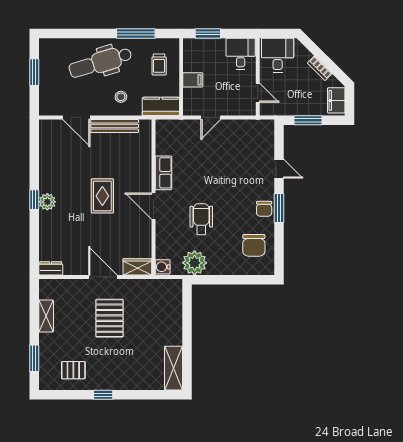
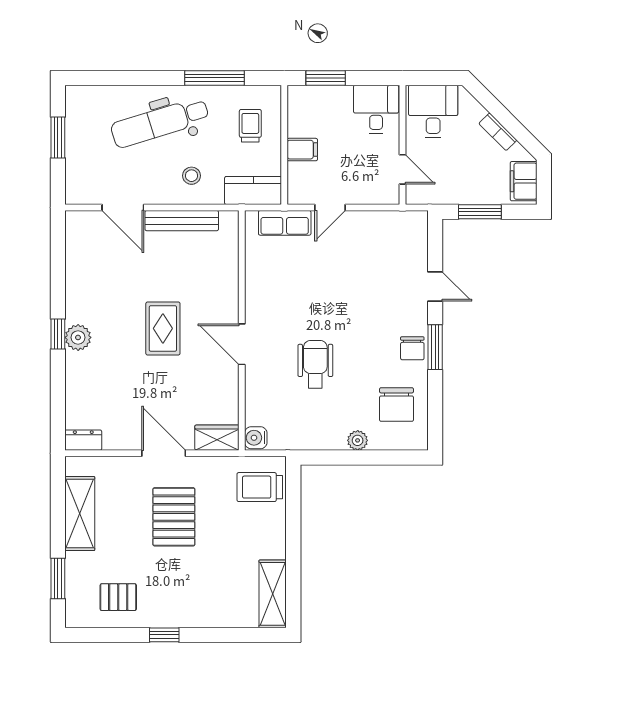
trolley: (159, 64) -> (250, 126), turned 180
row of seats: (163, 173) -> (285, 223), moved, turned 90
plant: (195, 263) -> (358, 440), moved, width x0.53, depth x0.53
trolley: (165, 299) -> (260, 487), added
shelving: (46, 316) -> (80, 514), width x1.50, depth x1.33

